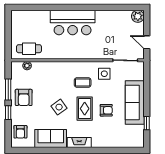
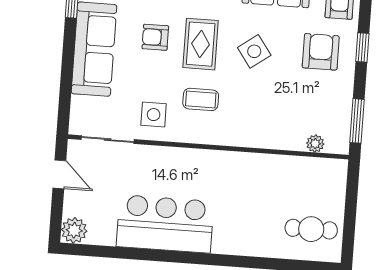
bar counter: (73, 22) -> (165, 224), moved
cafe table: (29, 49) -> (311, 229), moved
window: (8, 90) -> (357, 121), moved
armchair: (24, 97) -> (321, 52), moved

